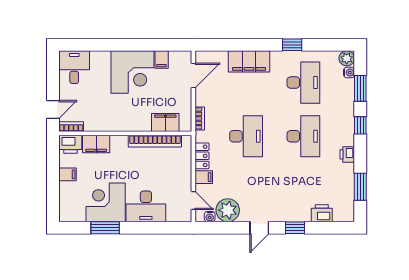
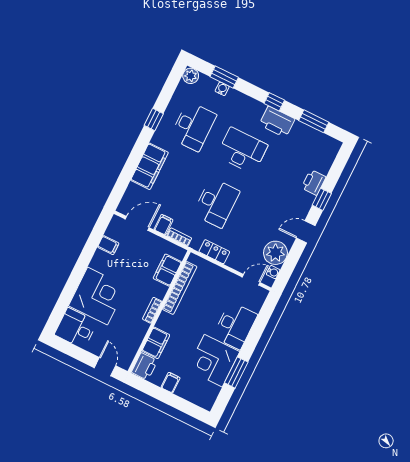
corner desk: (132, 72) -> (97, 296), moved
water cooler: (349, 73) -> (222, 89), moved
door: (193, 76) -> (137, 223), hinge flipped
desk: (303, 83) -> (193, 126), turned 90
window: (360, 125) -> (274, 102), moved
bookcase: (71, 127) -> (152, 310), moved
desk: (246, 136) -> (216, 203), turned 90
printer: (347, 154) -> (277, 122), width x1.87, depth x1.48
filing cabinet: (204, 177) -> (163, 225), moved
printer: (322, 213) -> (314, 182), moved
door: (259, 228) -> (306, 232), swing flipped

